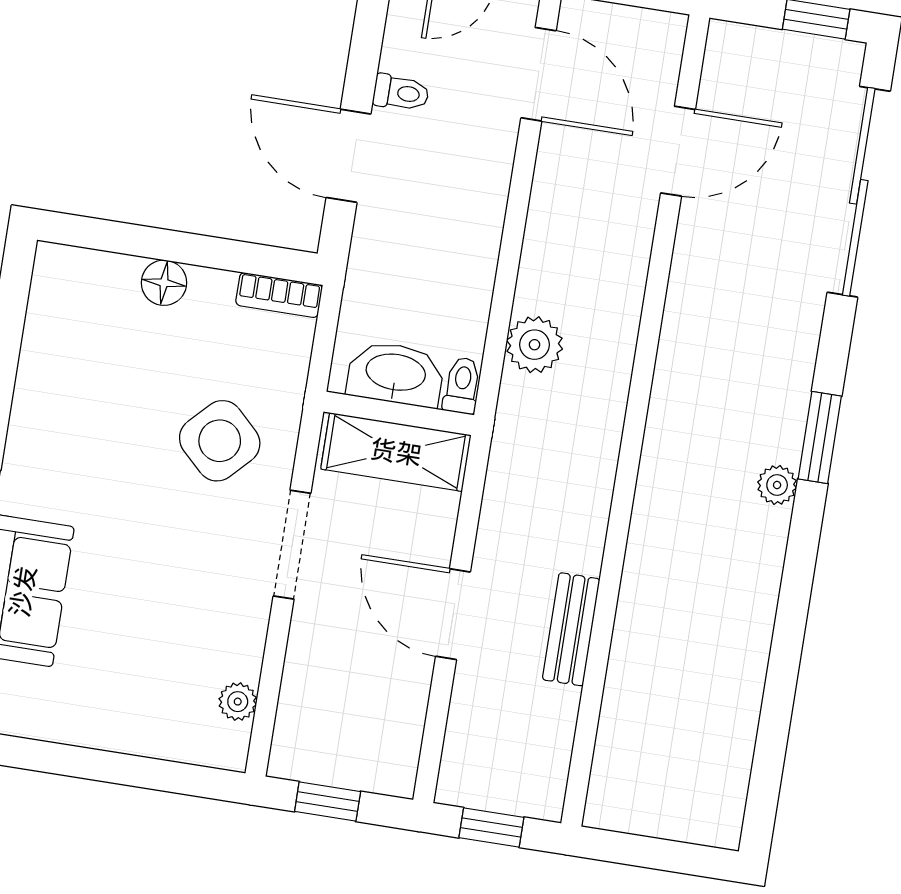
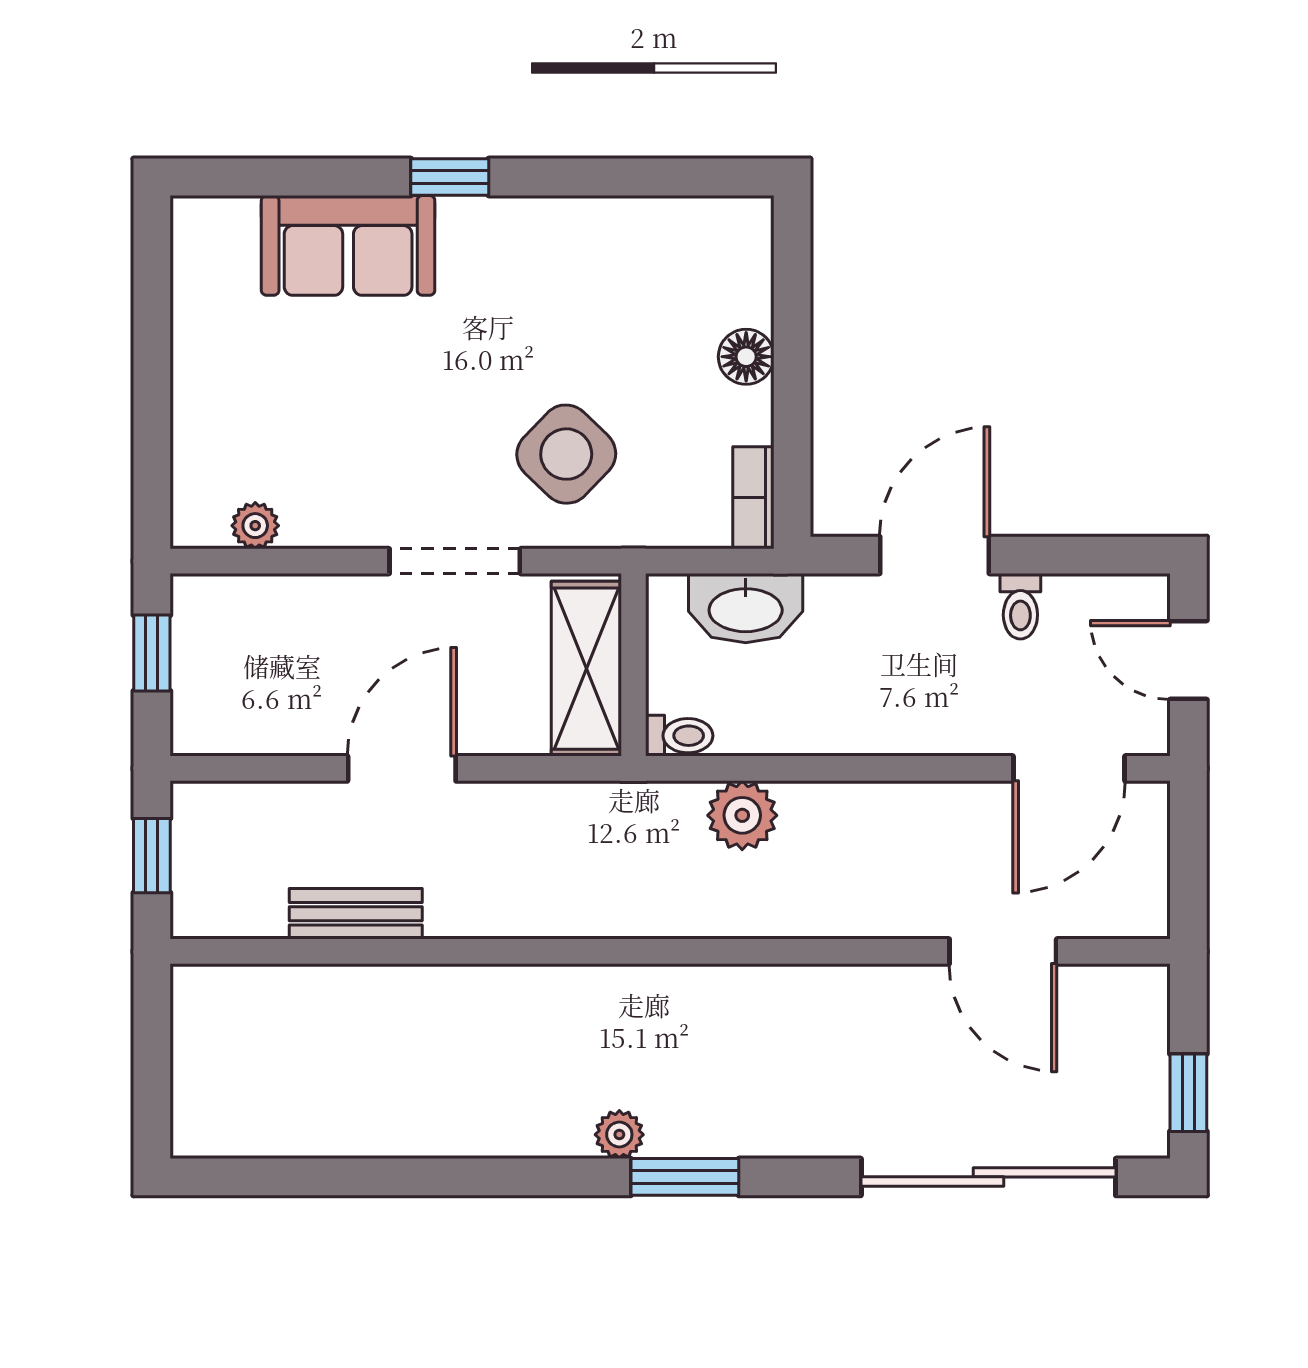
washbasin: (395, 374) -> (746, 608), moved, turned 90
bench: (571, 629) -> (356, 914), moved

